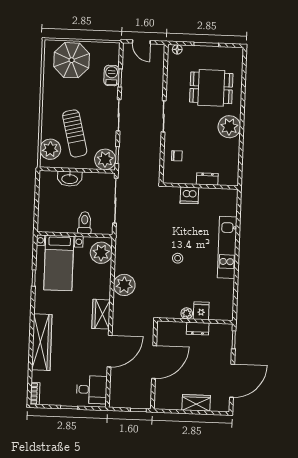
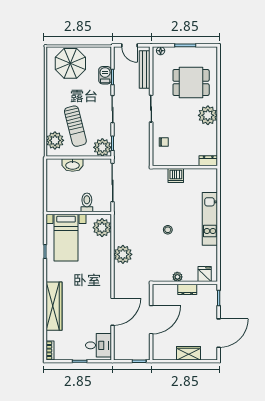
bench: (158, 71) -> (145, 69), added
dresser: (207, 179) -> (208, 161), moved
fridge: (201, 311) -> (205, 274), moved
wardrobe: (101, 314) -> (104, 280), removed

